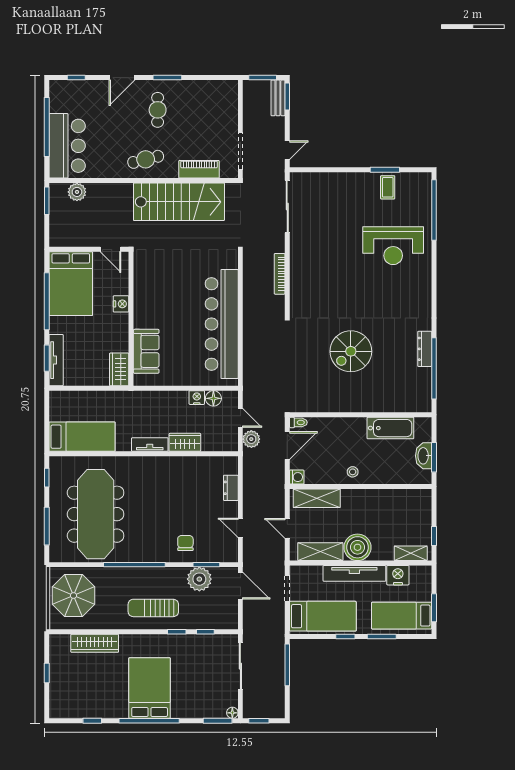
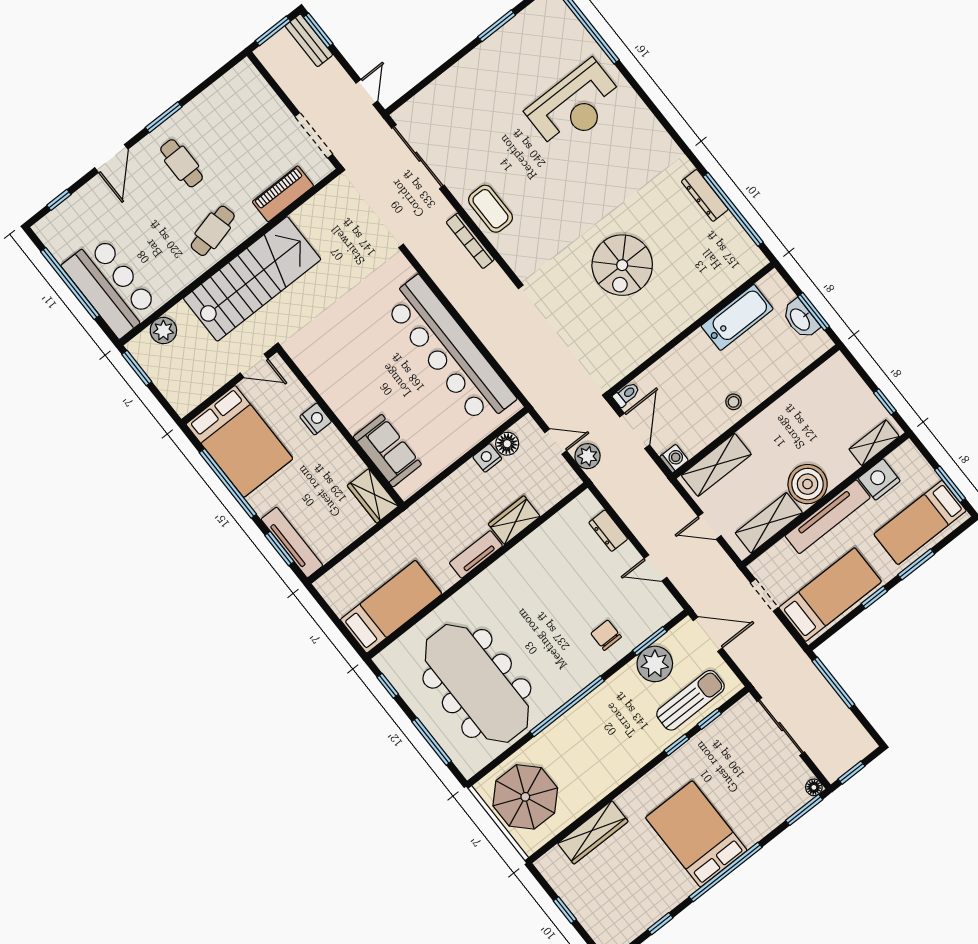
coffee table: (388, 187) -> (490, 209), moved, width x1.36, depth x1.30
stairs: (179, 202) -> (252, 279), moved
sun lounger: (153, 608) -> (690, 700), moved, turned 180

